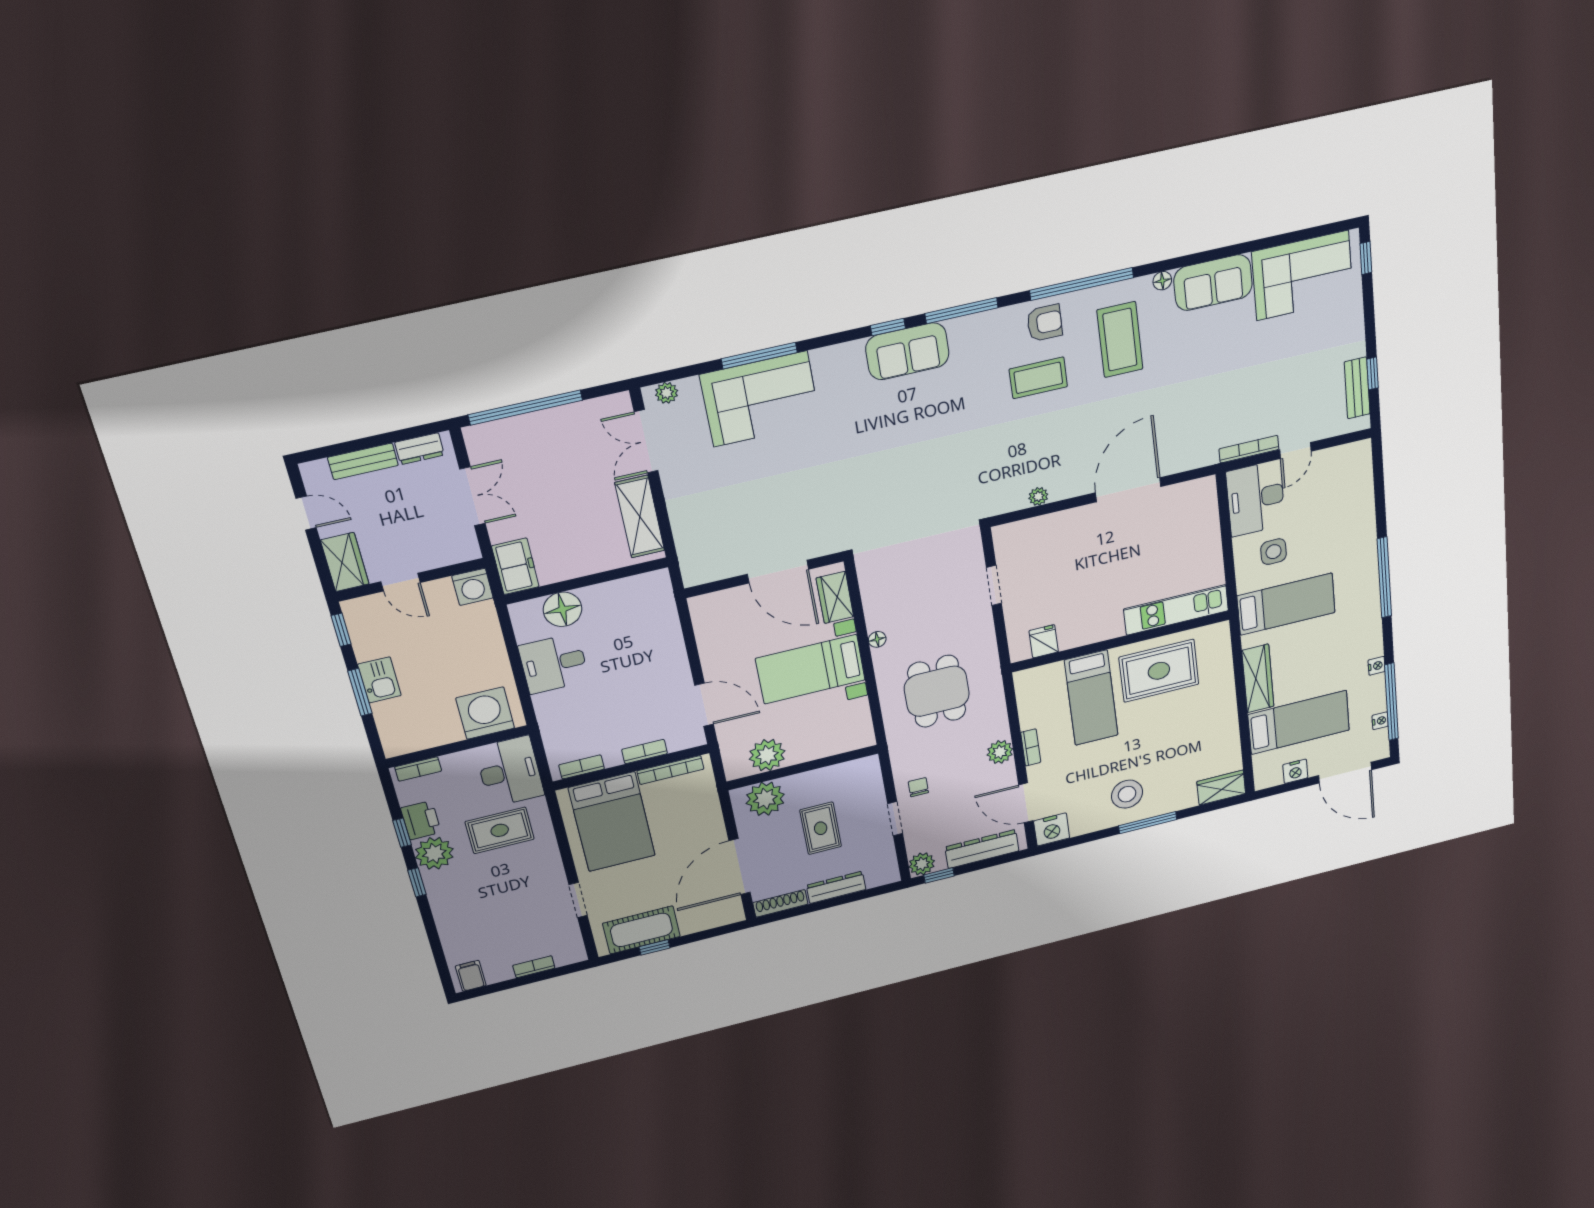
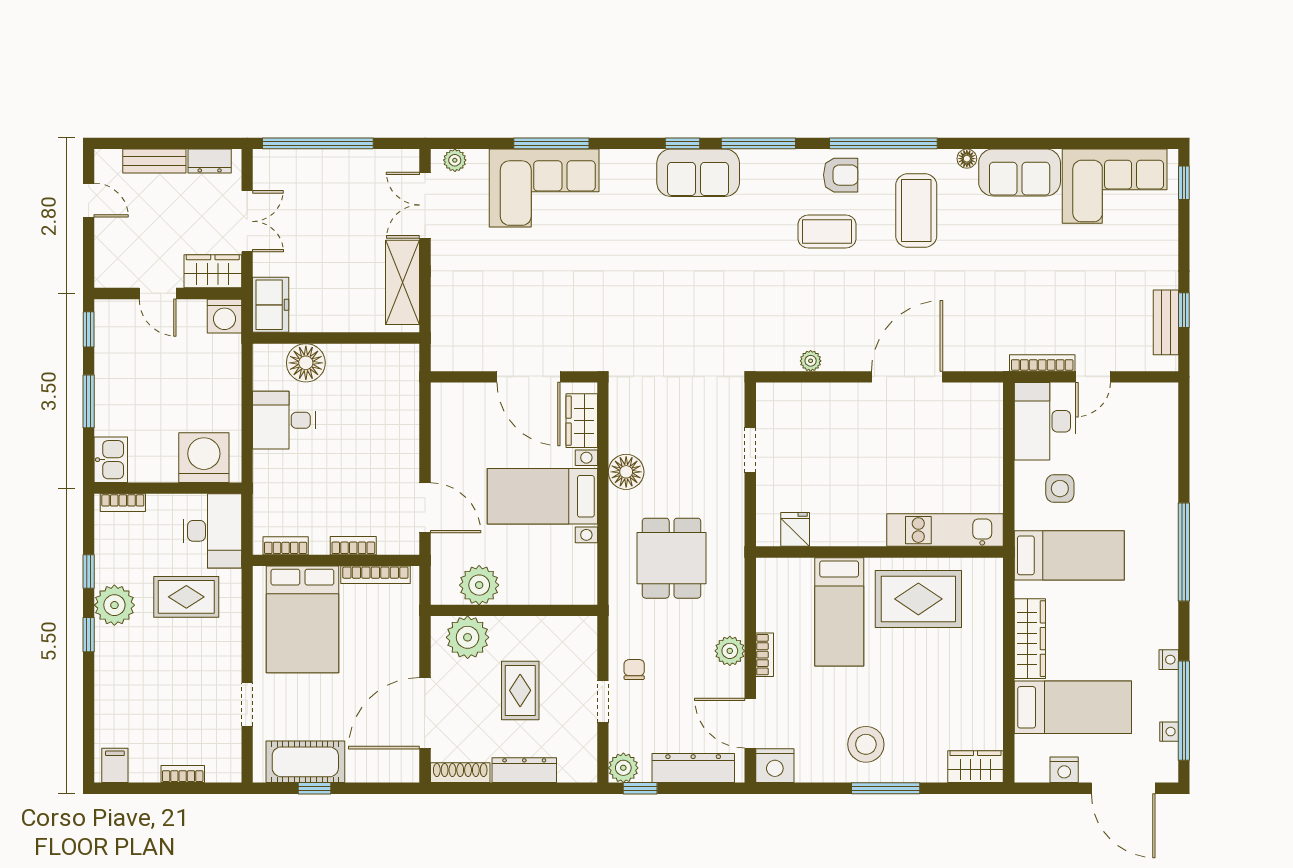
wardrobe: (345, 562) -> (213, 271), moved, turned -90
floor lamp: (877, 639) -> (626, 472), width x1.89, depth x1.89
kitchen sink: (379, 680) -> (111, 460), moved
printer: (421, 820) -> (111, 562), removed

